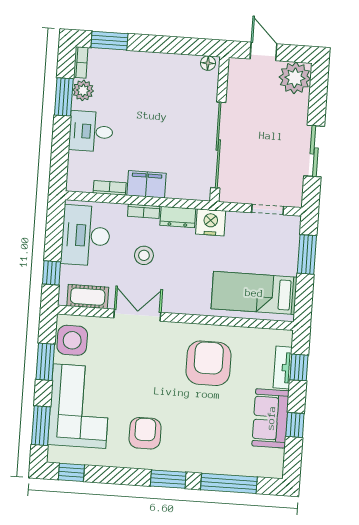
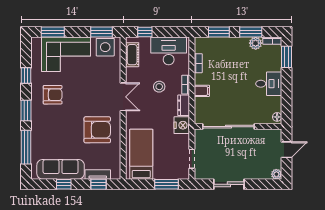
plant: (295, 78) -> (276, 174), width x0.53, depth x0.53
desk: (91, 131) -> (269, 84), moved, turned 90
window: (60, 150) -> (219, 32), added
filing cabinet: (146, 184) -> (202, 91), width x0.50
double door: (137, 315) -> (123, 97), moved
window: (45, 362) -> (101, 32), moved
sofa: (271, 418) -> (61, 169), width x1.36
window: (71, 472) -> (26, 76), moved

